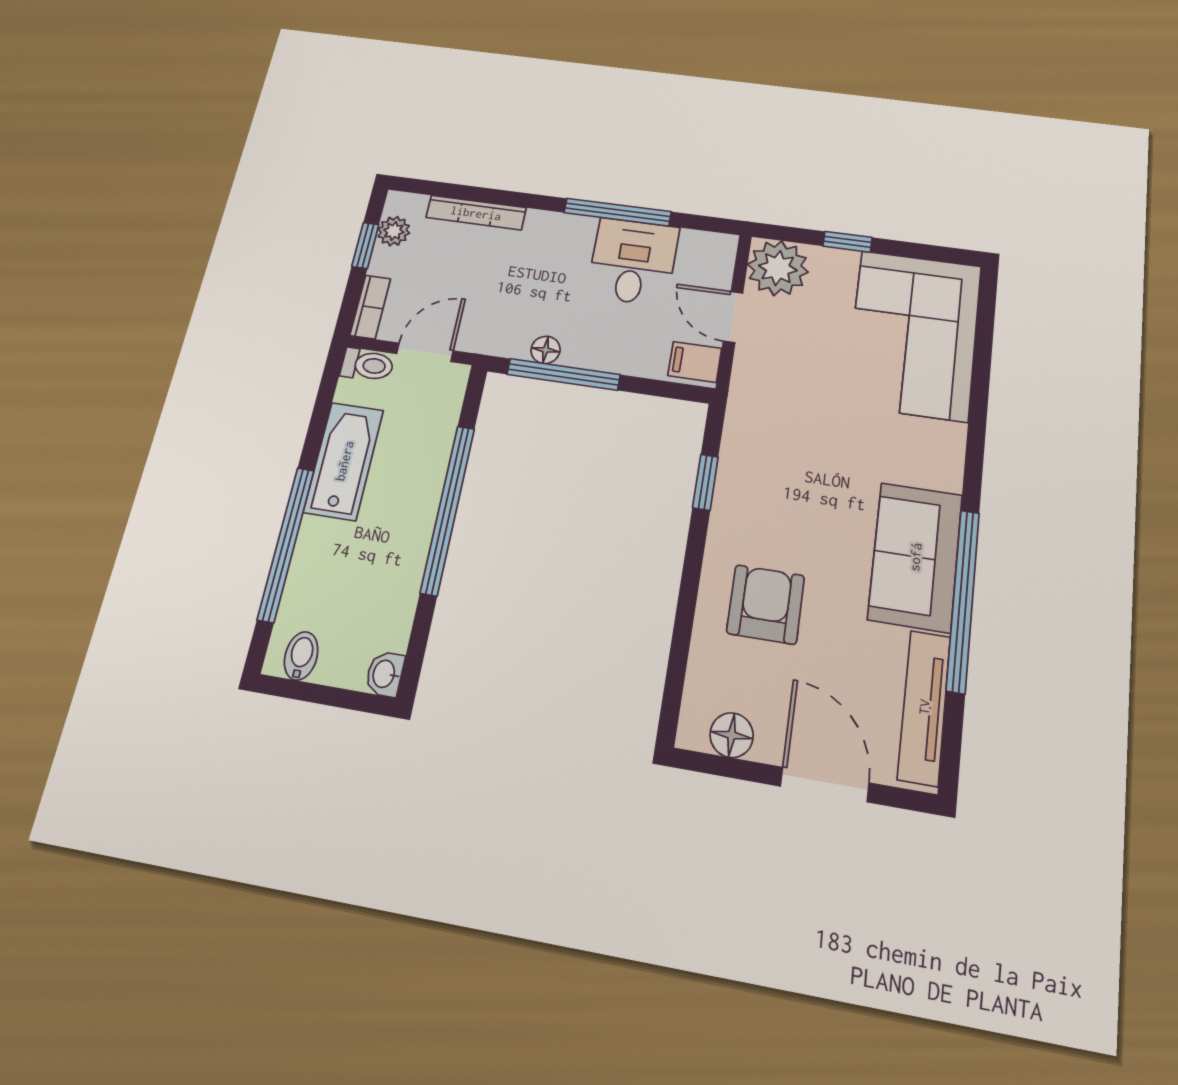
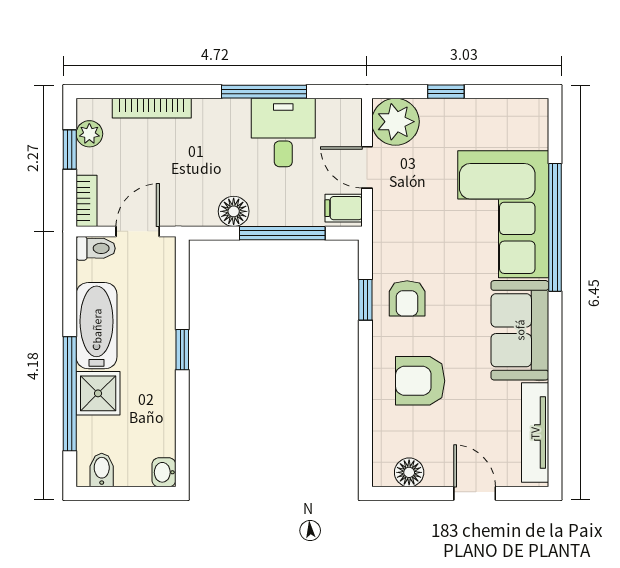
corner sofa: (914, 335) -> (503, 214), moved
floor lamp: (546, 350) -> (234, 211), width x1.37, depth x1.37
window: (563, 374) -> (282, 233), moved
armchair: (762, 489) -> (407, 298), added
window: (448, 510) -> (182, 350), width x0.32
shower: (323, 550) -> (98, 393), added
window: (963, 600) -> (555, 227), moved
armchair: (766, 604) -> (420, 381), turned -90
door: (825, 784) -> (475, 493), width x0.73

